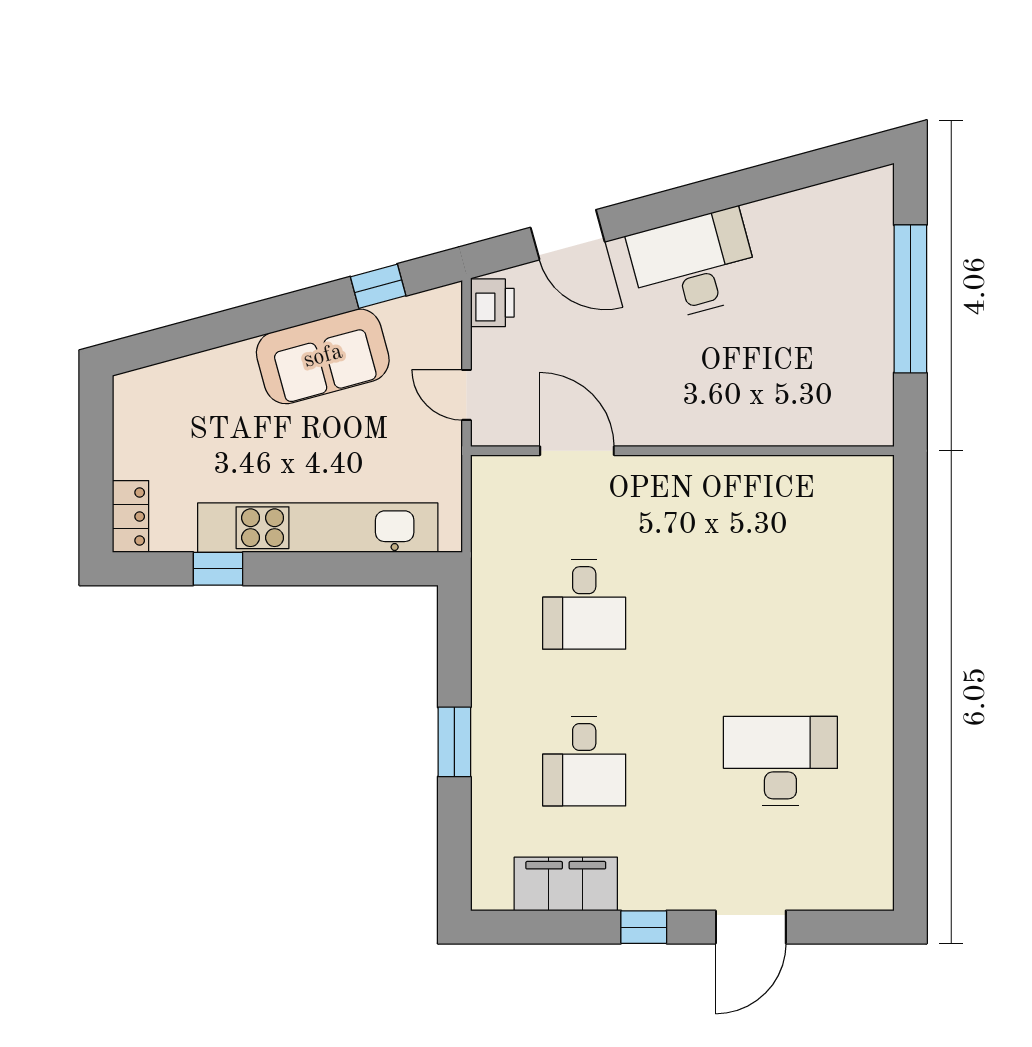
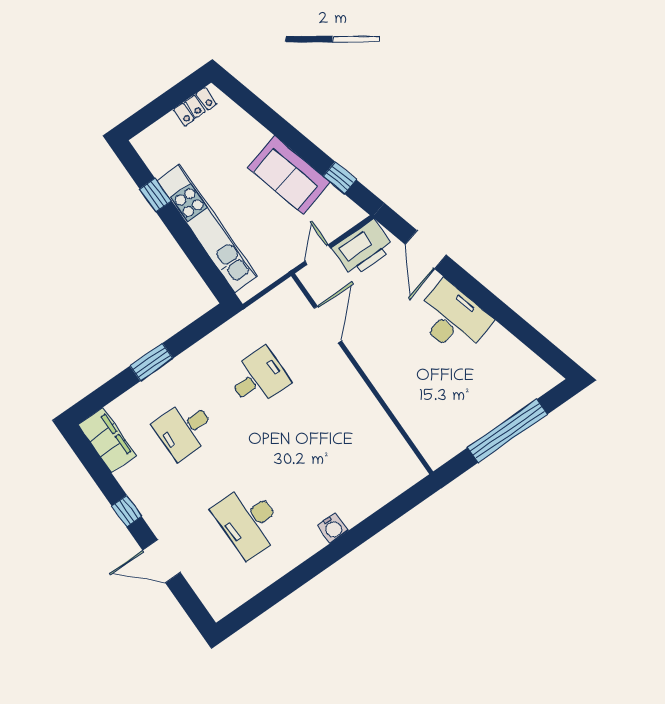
printer: (492, 303) -> (363, 248), width x1.87, depth x1.48
locker: (131, 516) -> (195, 107), moved
desk: (584, 604) -> (258, 378), turned 180
water cooler: (875, 648) -> (333, 528), added
desk: (780, 761) -> (249, 521), turned 180
filing cabinet: (566, 884) -> (107, 440), moved

